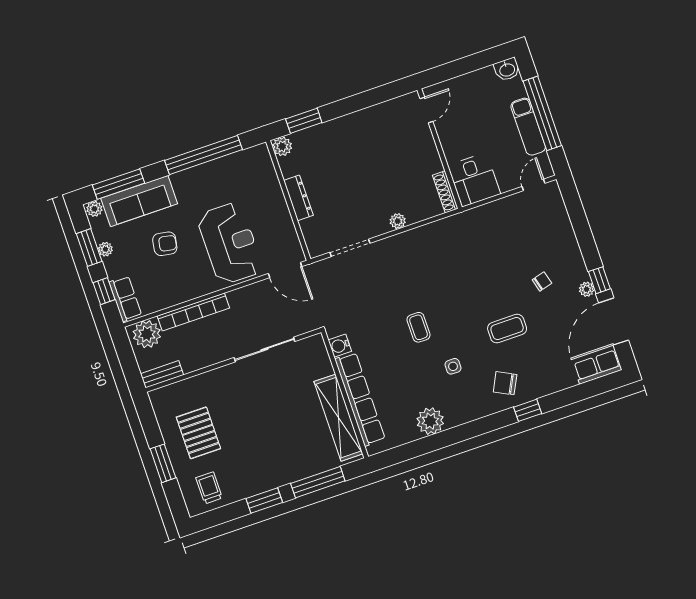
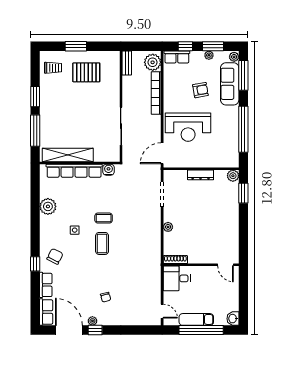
armchair: (165, 244) -> (200, 90), turned -110
coffee table: (507, 329) -> (102, 243), moved
row of seats: (555, 382) -> (46, 285), added

